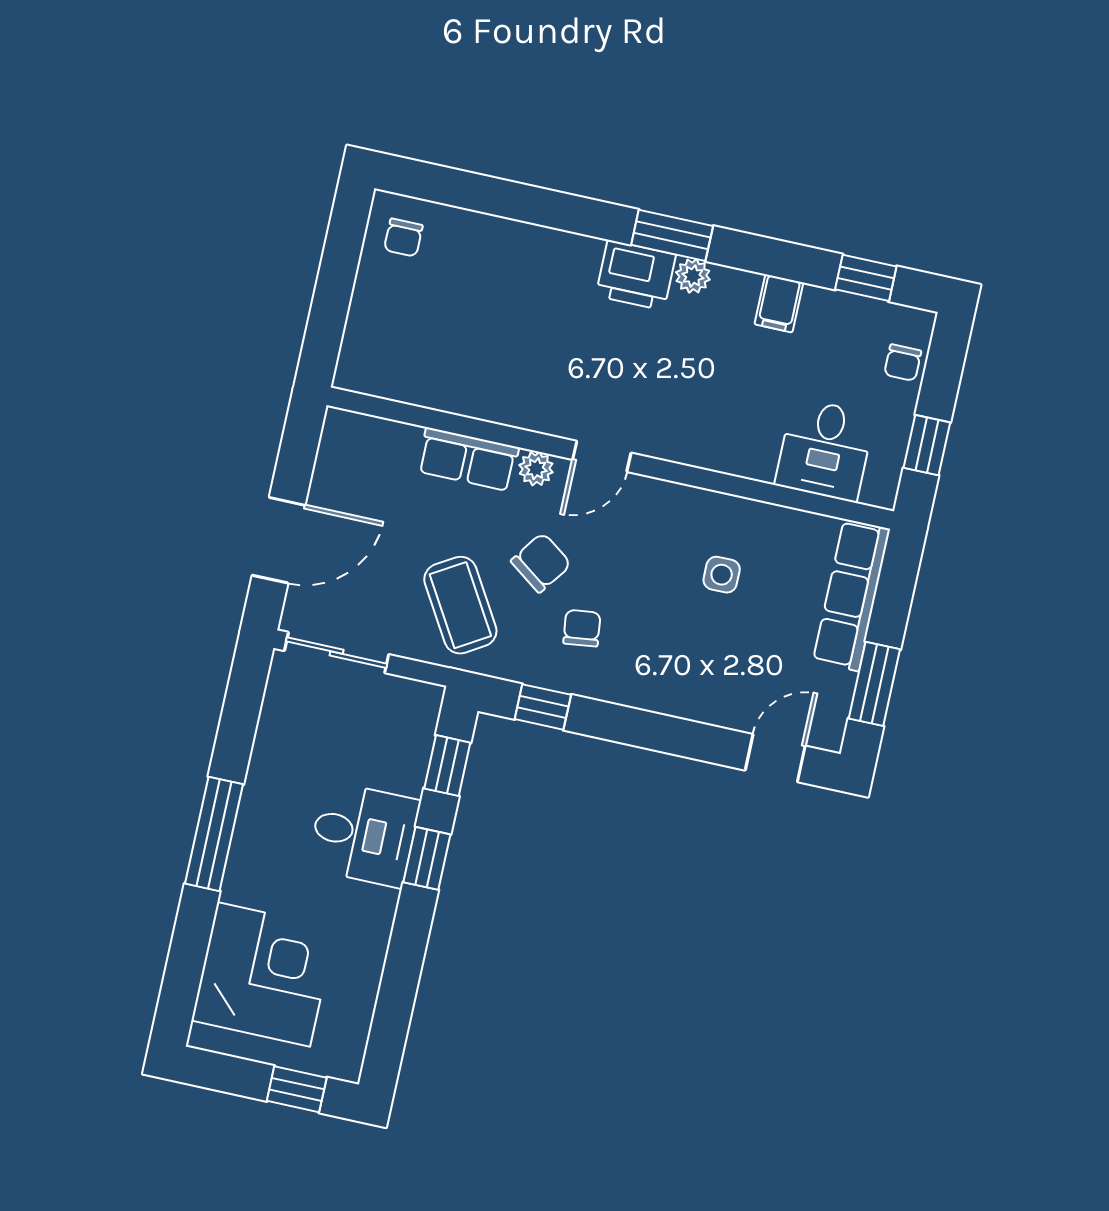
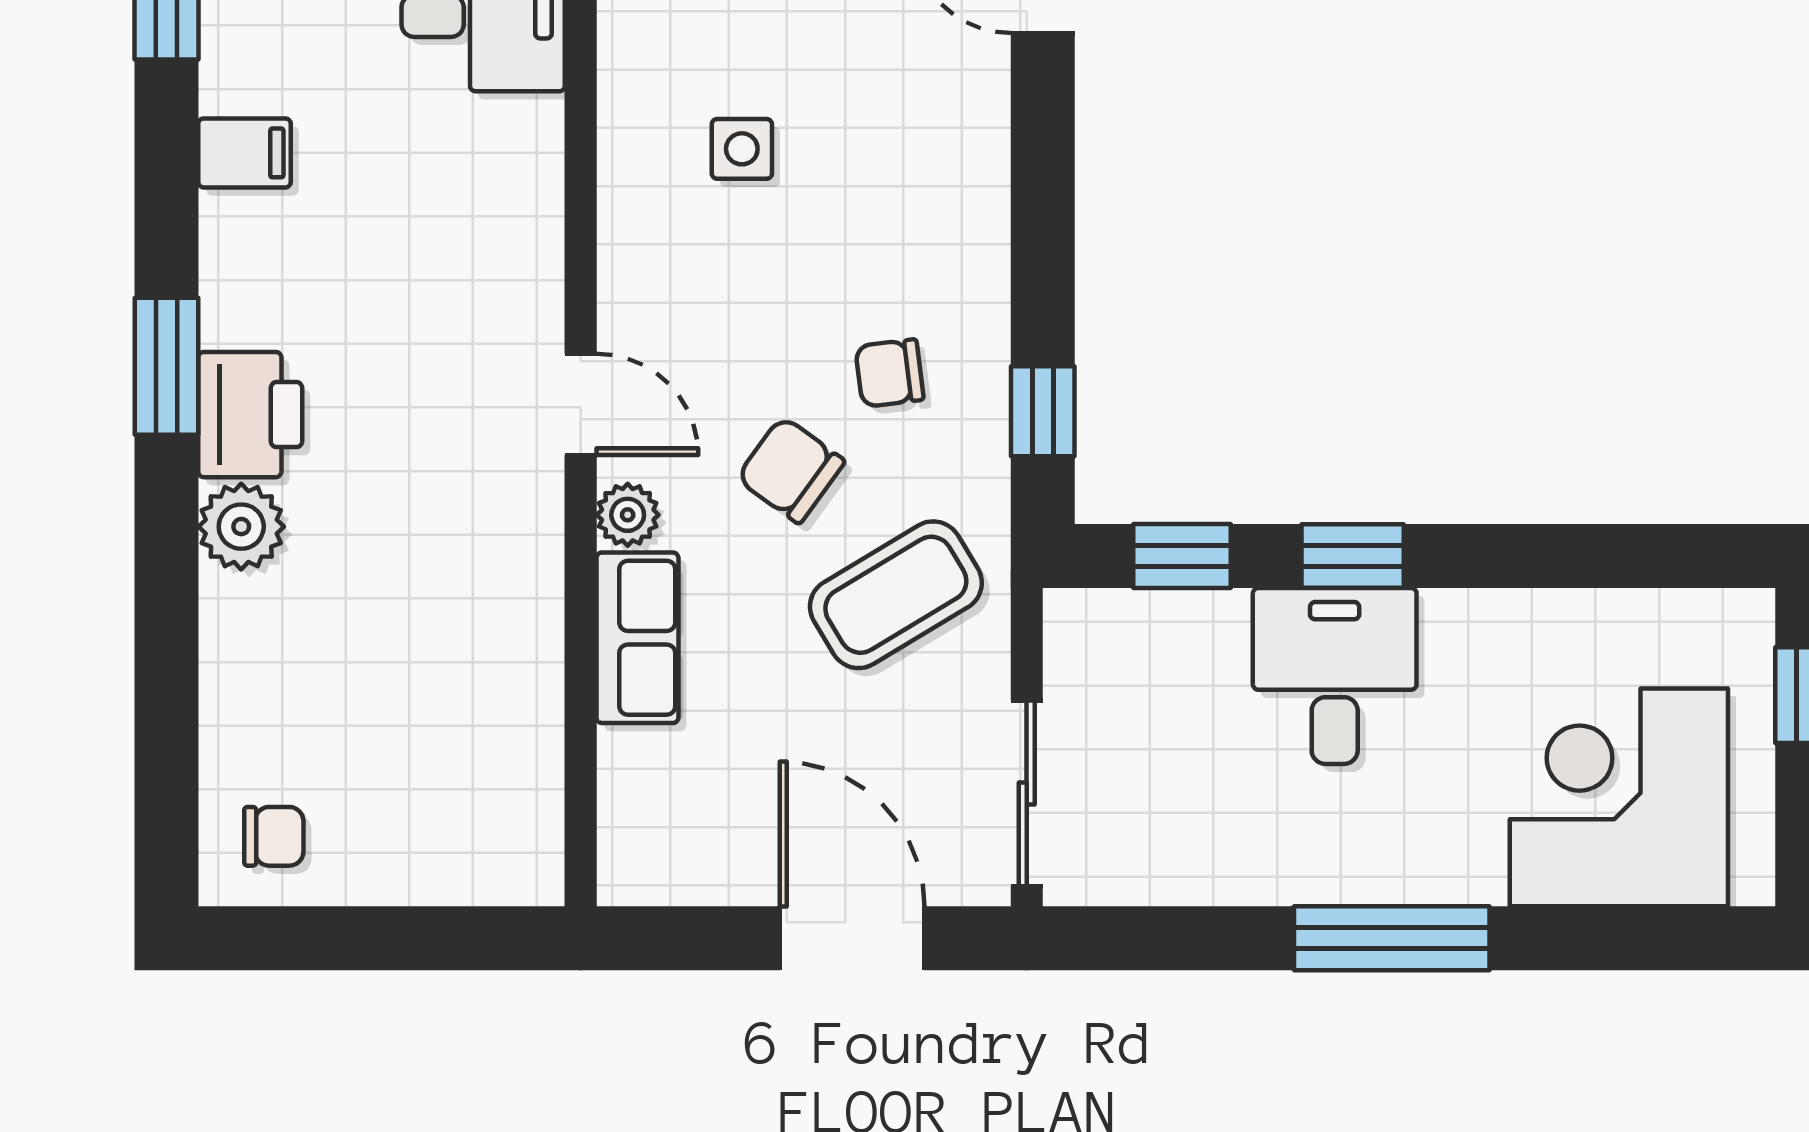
plant: (693, 276) -> (241, 527), moved, width x1.38, depth x1.38

